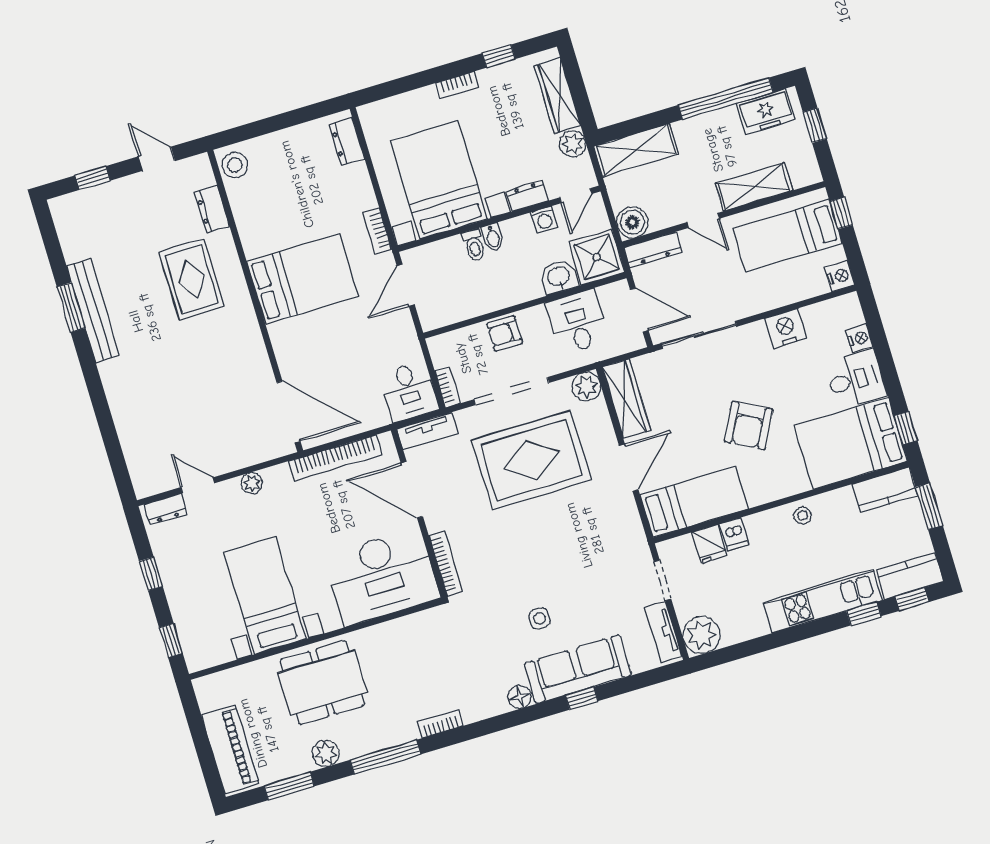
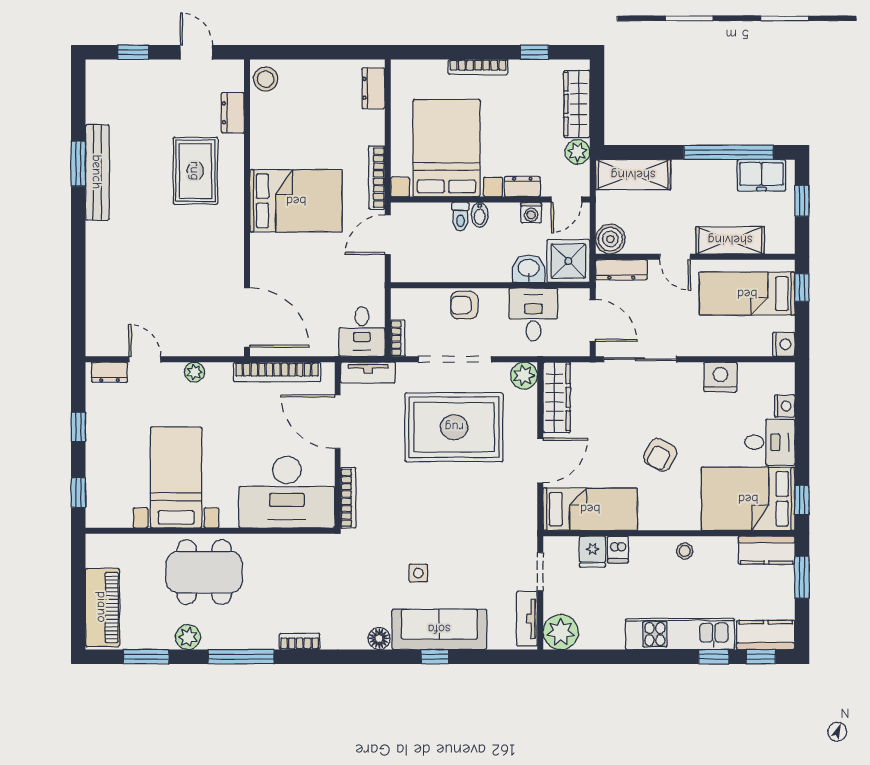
bookcase: (457, 85) -> (478, 67), width x1.56
bookcase: (377, 231) -> (377, 178), width x1.56
armchair: (748, 425) -> (660, 455), width x0.72, depth x0.72

